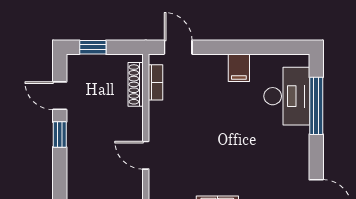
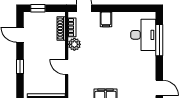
filing cabinet: (239, 68) -> (106, 19), moved
plant: (160, 113) -> (74, 44), added
window: (60, 135) -> (20, 67), moved

